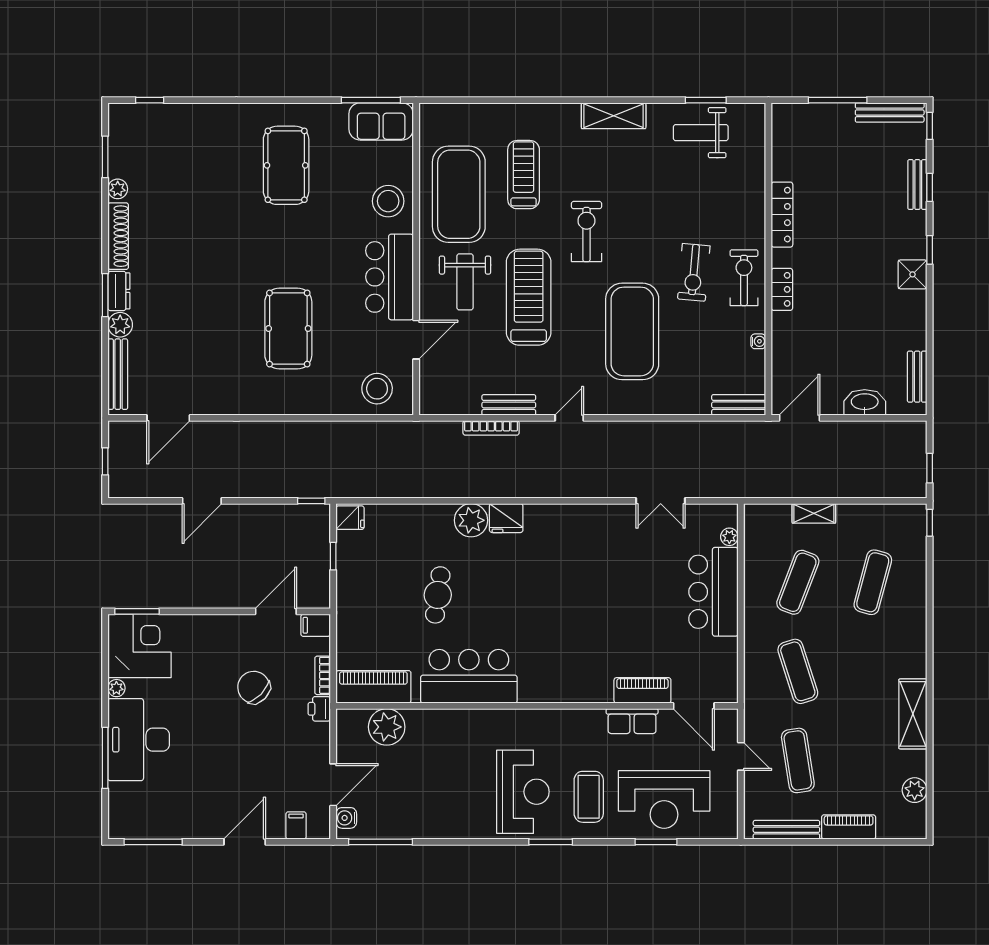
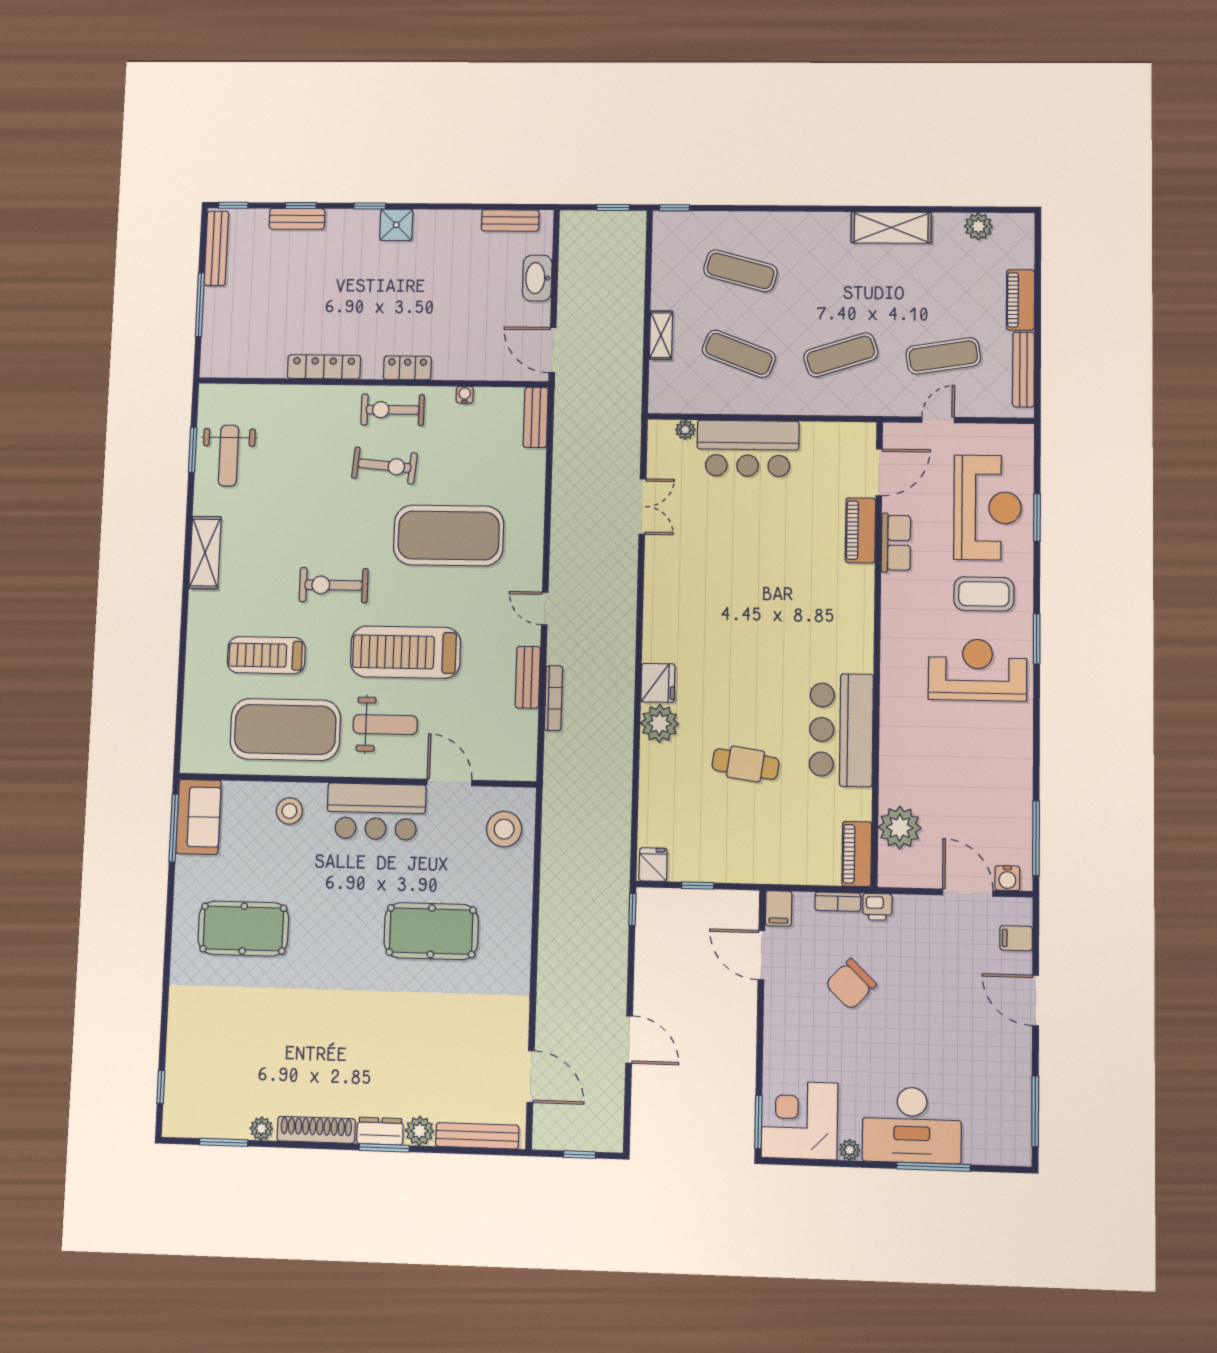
stool: (388, 201) -> (289, 811), width x0.73, depth x0.73
piano: (373, 687) -> (857, 854), width x0.73, depth x0.75

